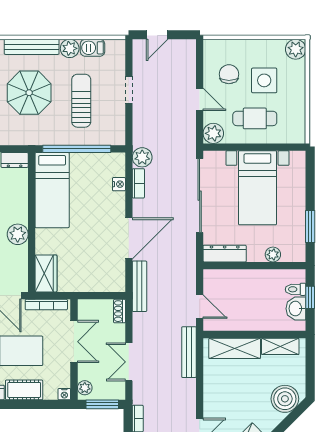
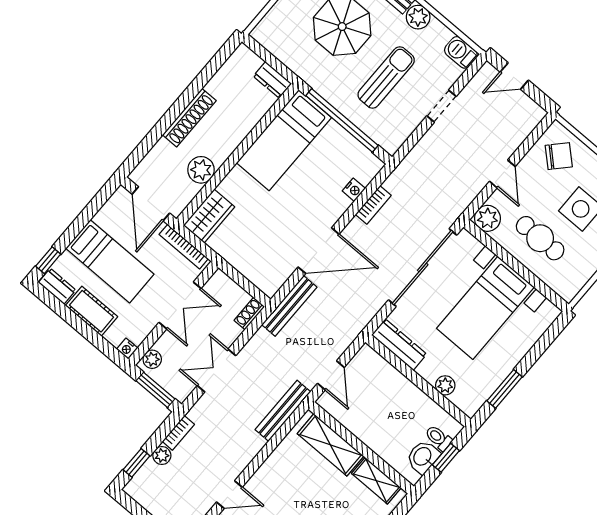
barbecue: (92, 48) -> (461, 52), moved
chair: (229, 74) -> (559, 156), moved, turned 43
plant: (142, 157) -> (399, 183), removed
plant: (18, 234) -> (201, 170), moved

